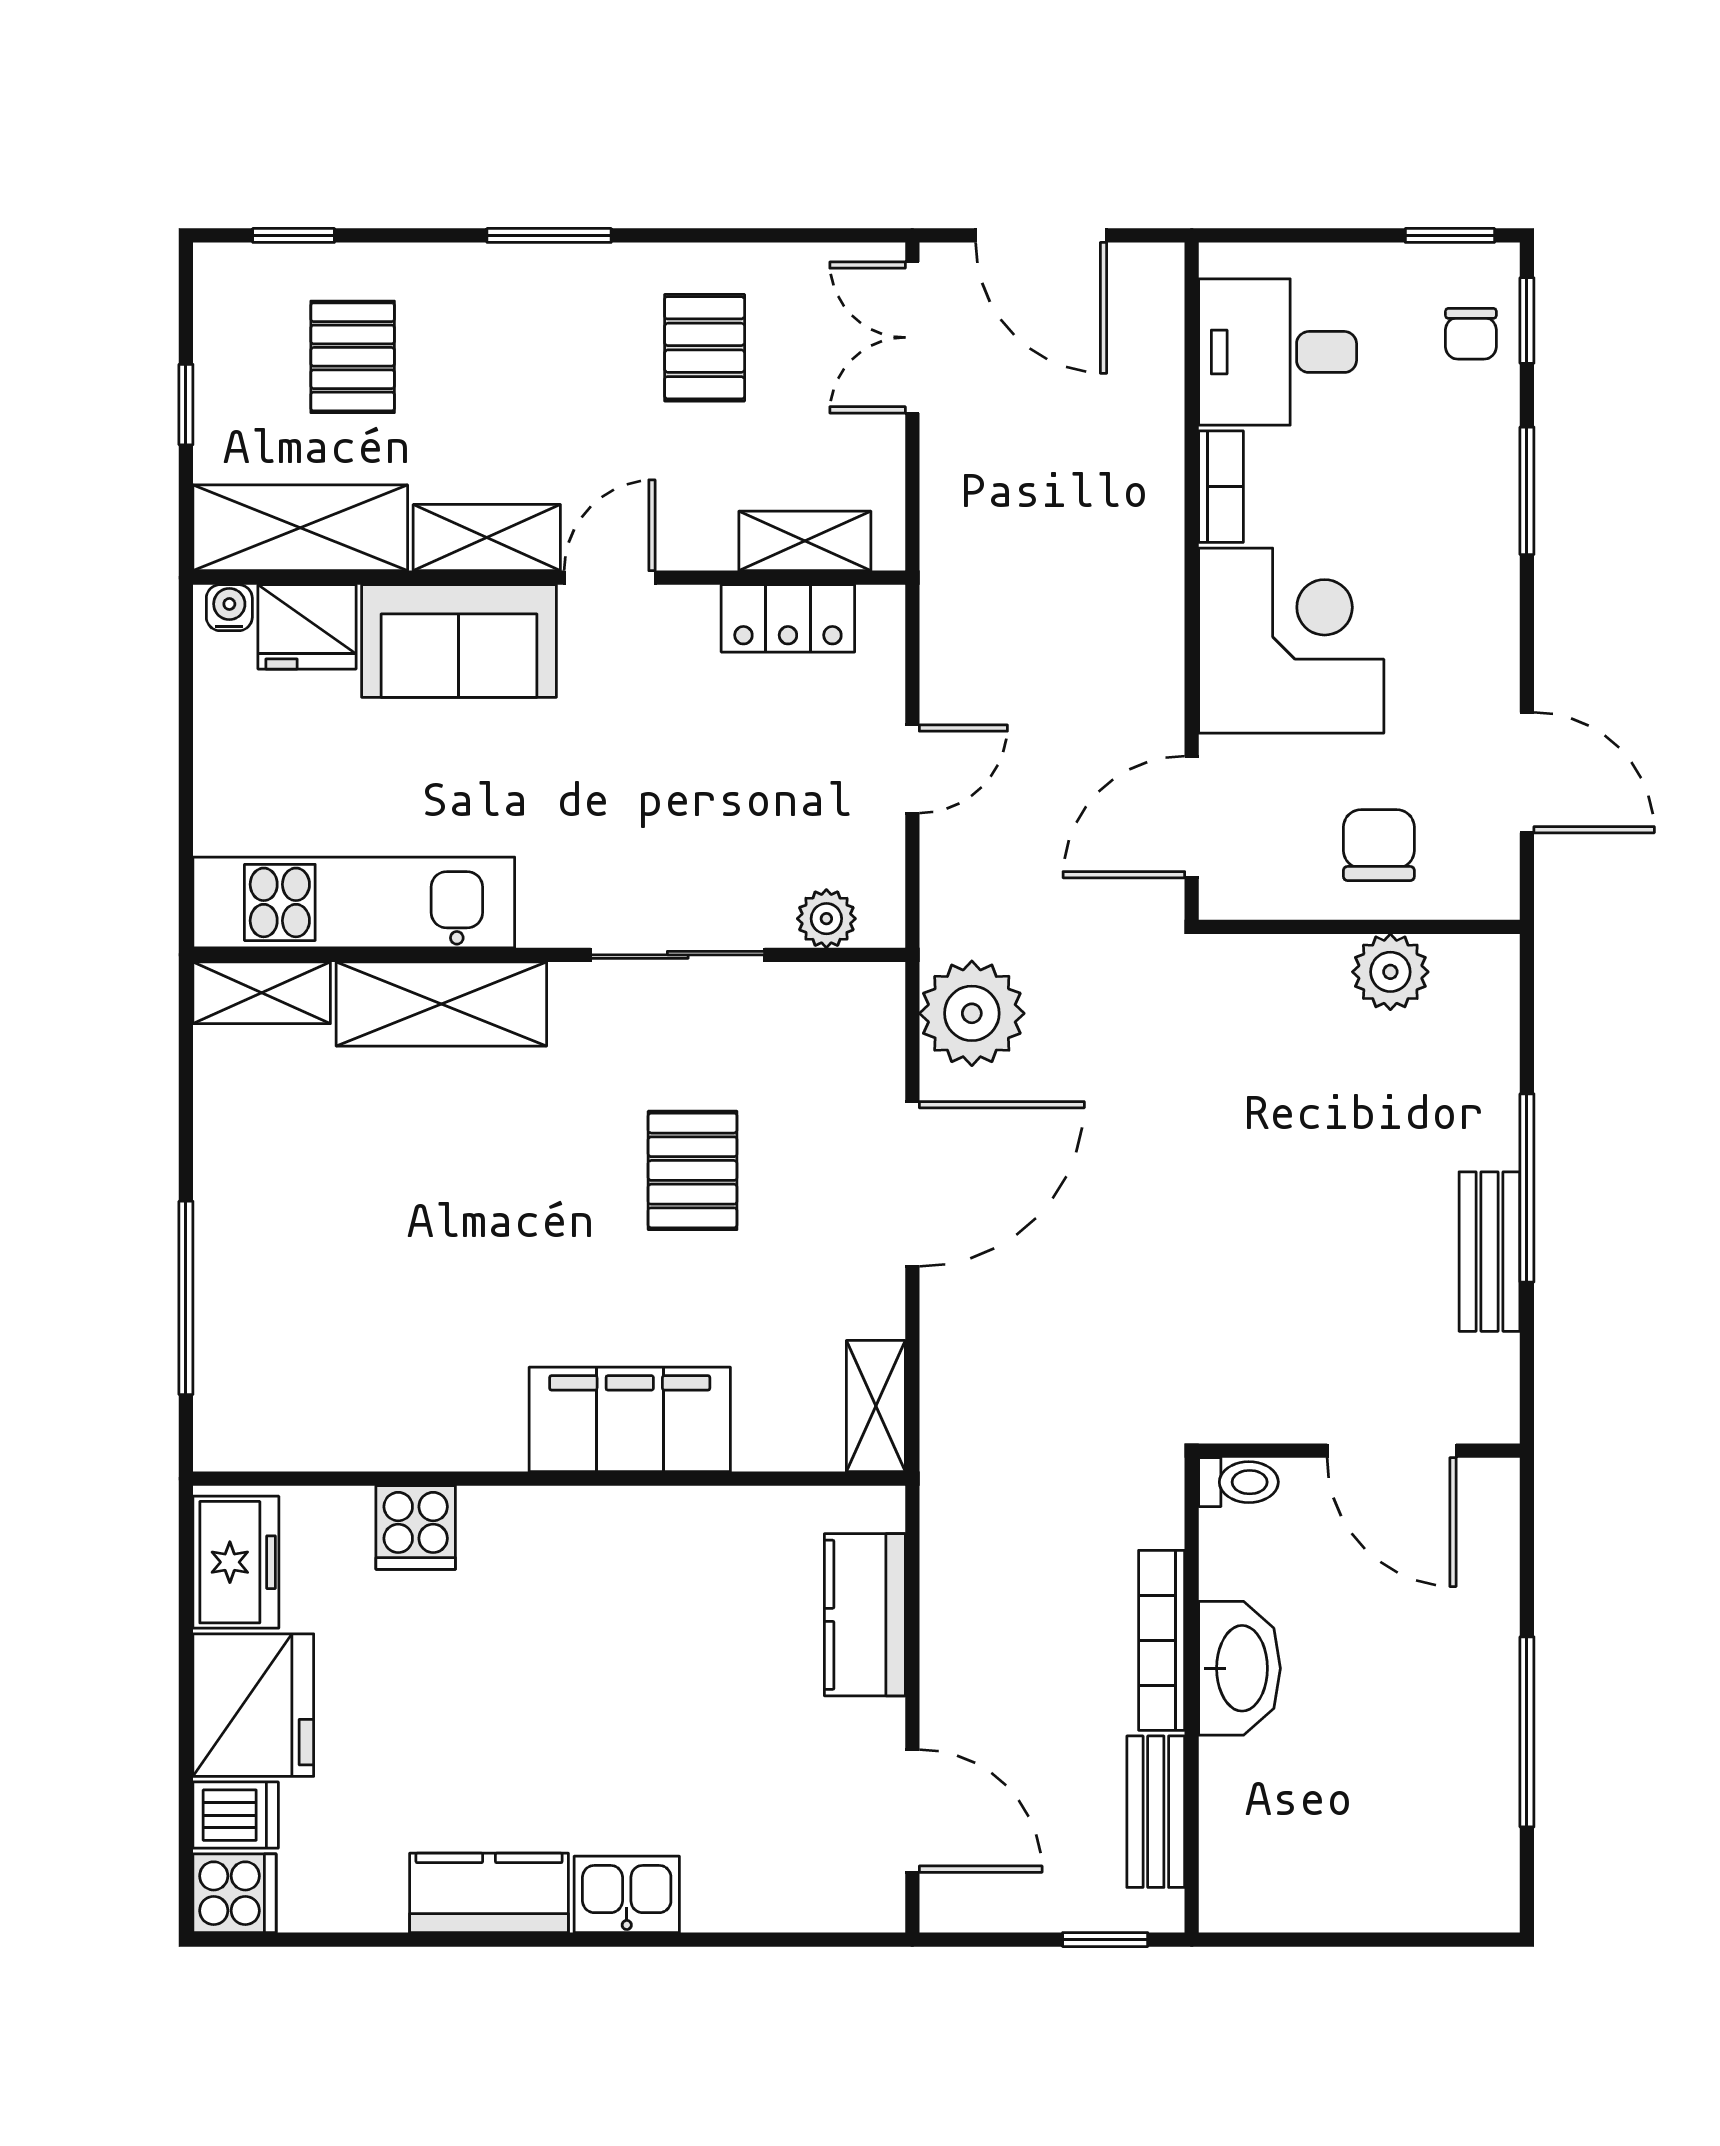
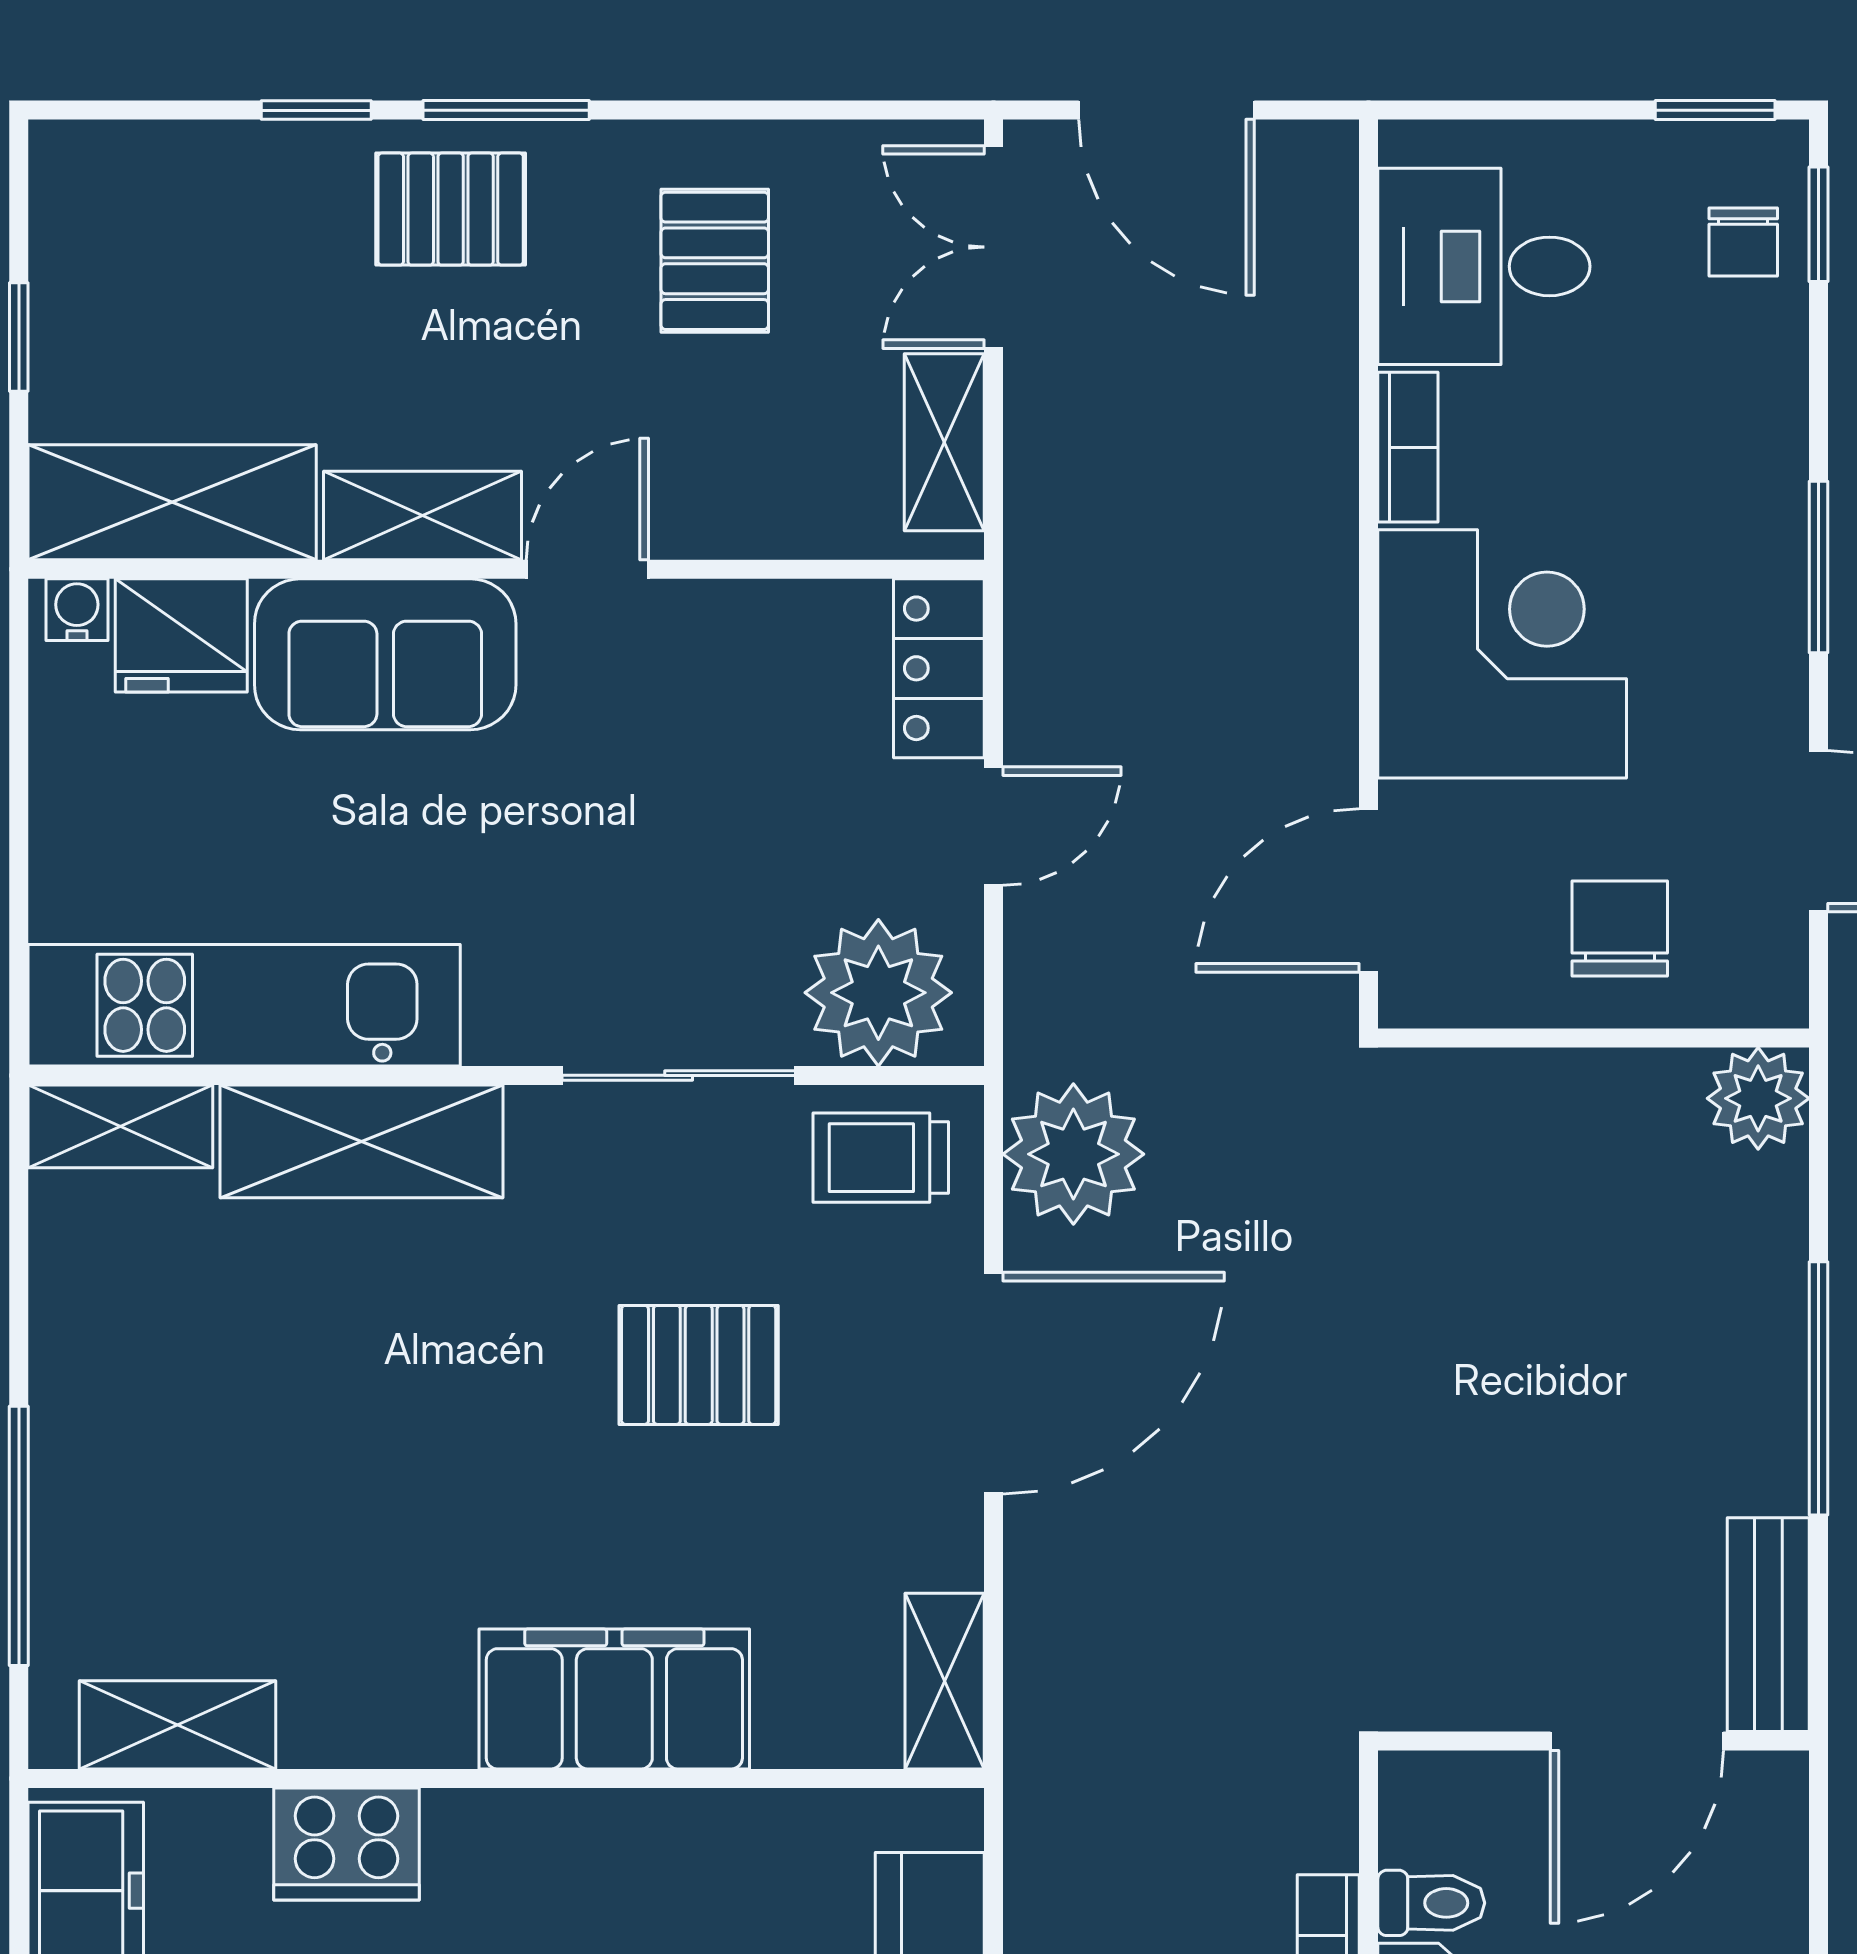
window: (294, 235) -> (316, 110), moved
pallet: (353, 357) -> (451, 209), moved, turned 90
window: (1527, 491) -> (1818, 567), moved
shelving: (805, 541) -> (944, 442), moved, turned 90
locker: (788, 618) -> (939, 668), moved, turned 90
plant: (826, 919) -> (878, 993), width x1.87, depth x1.87
plant: (1390, 972) -> (1758, 1098), moved
trolley: (828, 1016) -> (881, 1158), added
pallet: (693, 1170) -> (699, 1365), turned 90
bench: (1490, 1252) -> (1768, 1625), moved
shelving: (304, 1439) -> (177, 1725), added
door: (1392, 1451) -> (1637, 1741), hinge flipped
toilet: (1238, 1482) -> (1431, 1903), moved
cooker: (416, 1527) -> (346, 1844), width x1.36

